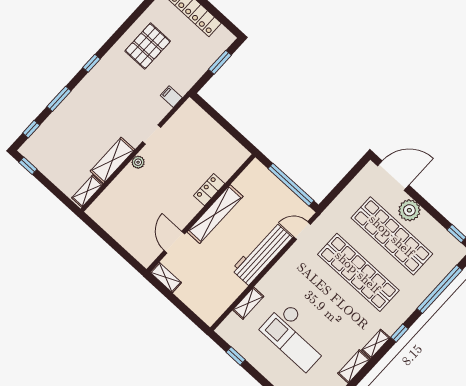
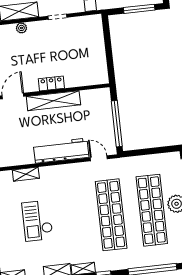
window: (220, 62) -> (139, 9), width x1.44
plant: (138, 162) -> (21, 28), moved
locker: (209, 190) -> (51, 83), moved
checkout: (296, 336) -> (37, 221), width x0.73, depth x0.83

